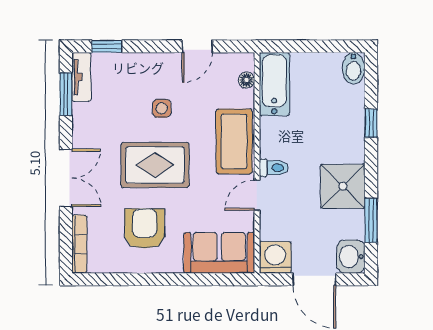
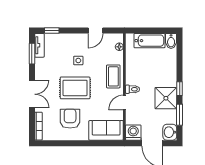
bathtub: (274, 84) -> (149, 41), moved, turned 90
window: (371, 123) -> (180, 89), moved
coffee table: (234, 141) -> (113, 76), width x0.73, depth x0.76

